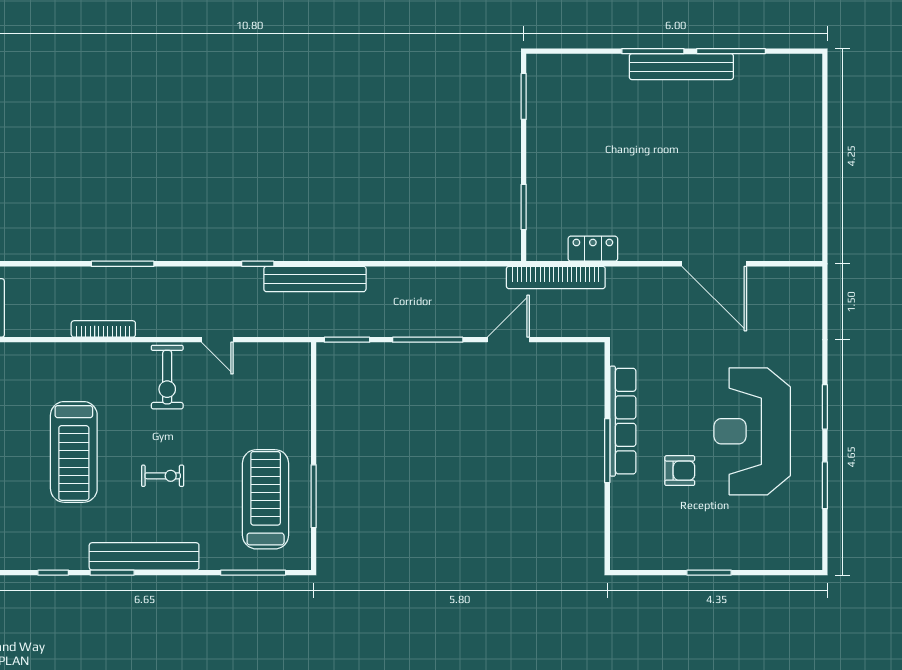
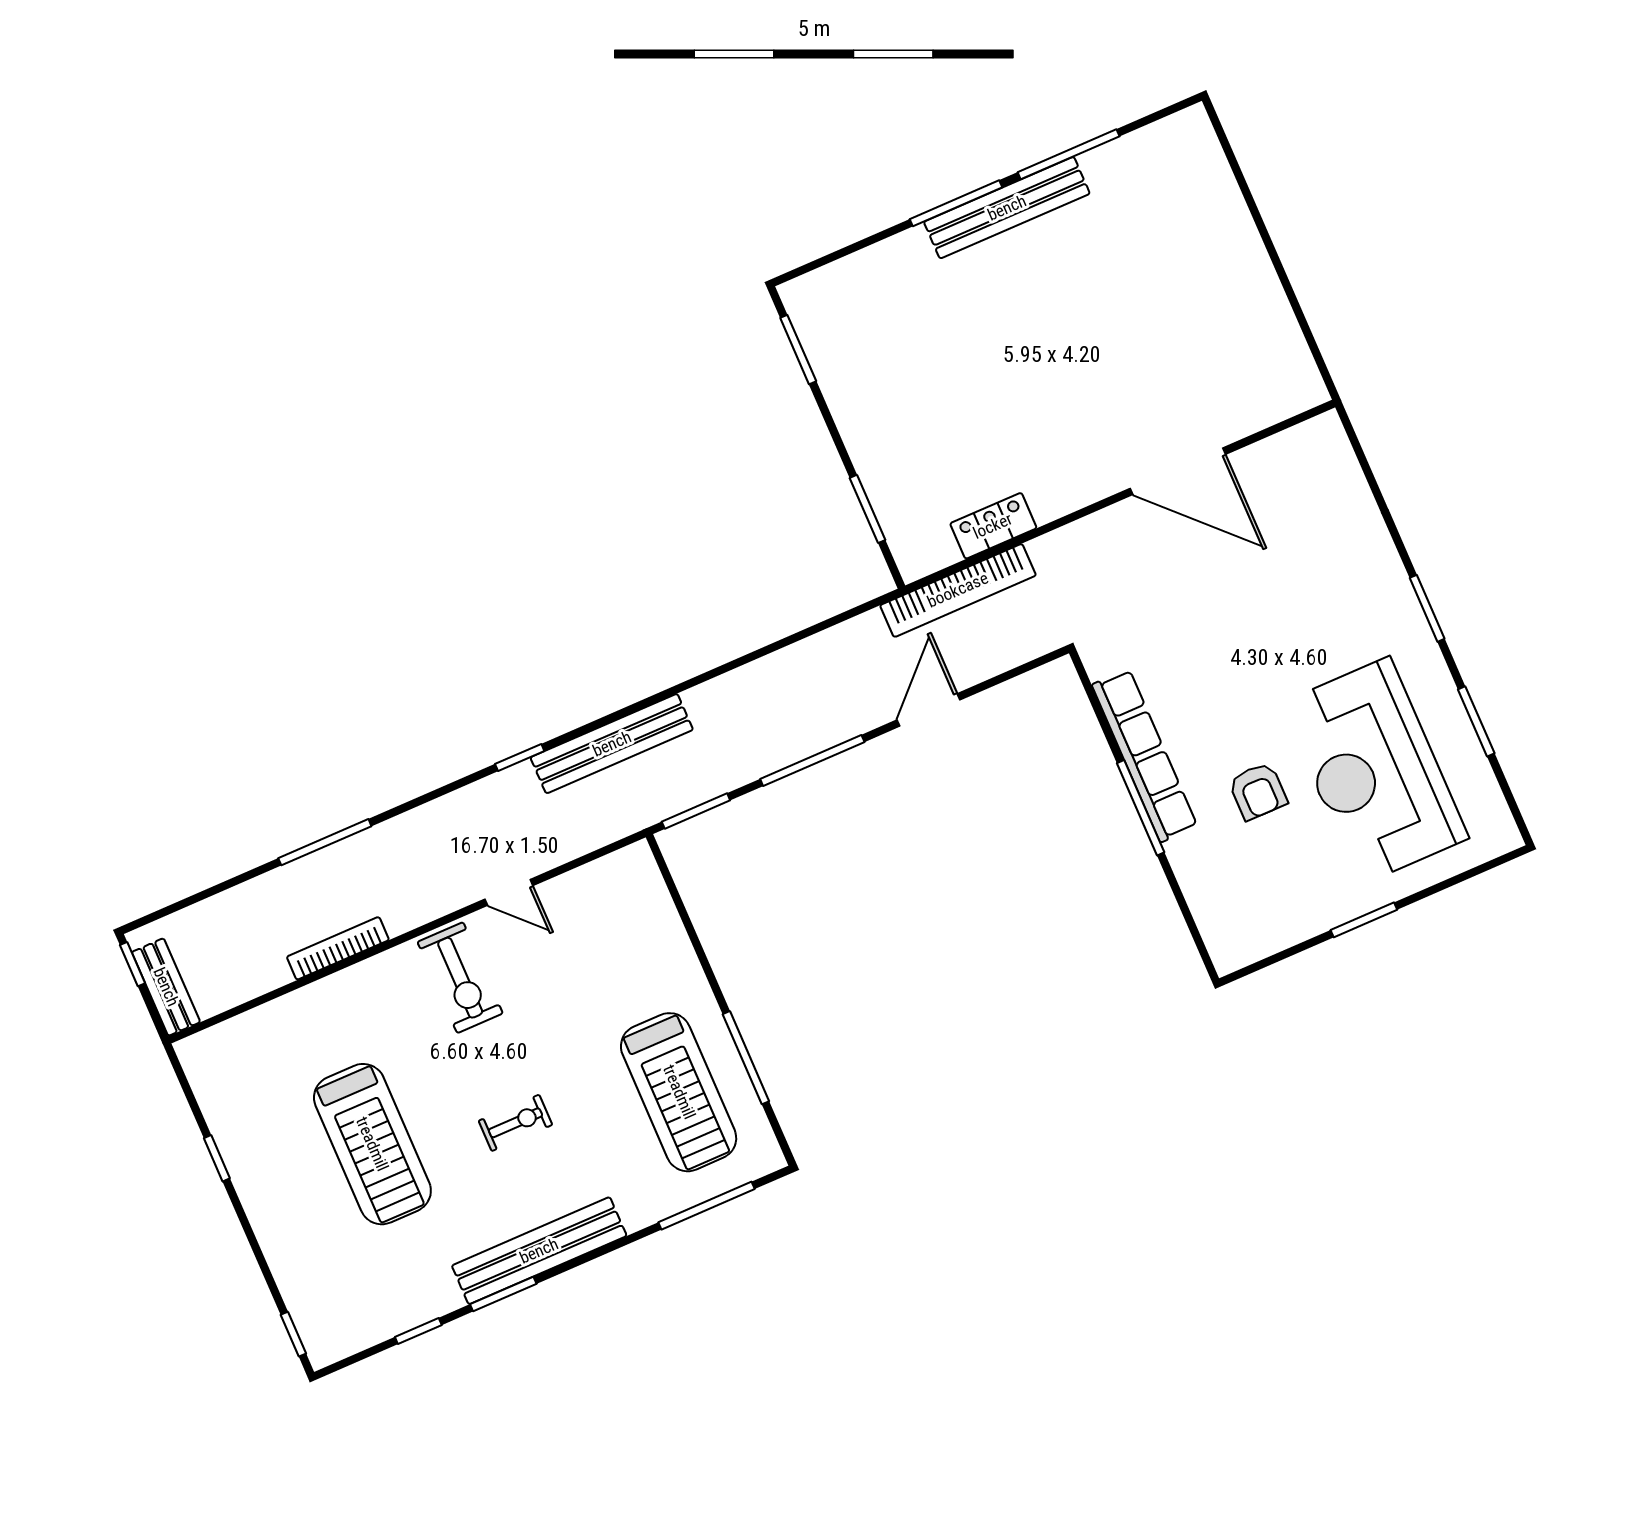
reception desk: (752, 431) -> (1375, 771), moved
armchair: (680, 471) -> (1258, 791), turned 90
treadmill: (266, 499) -> (679, 1092), turned 180

